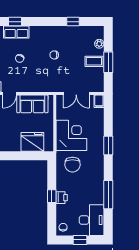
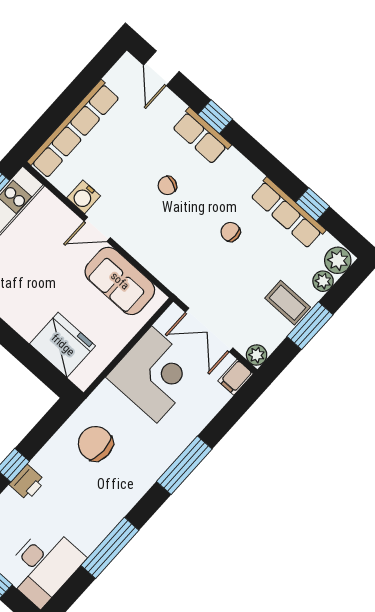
row of seats: (67, 32) -> (288, 213), added
plant: (98, 33) -> (338, 260), added
plant: (99, 88) -> (257, 355), added
corner desk: (71, 135) -> (154, 375), moved
window: (108, 145) -> (184, 465), width x1.44
chair: (72, 165) -> (95, 444), turned 90

